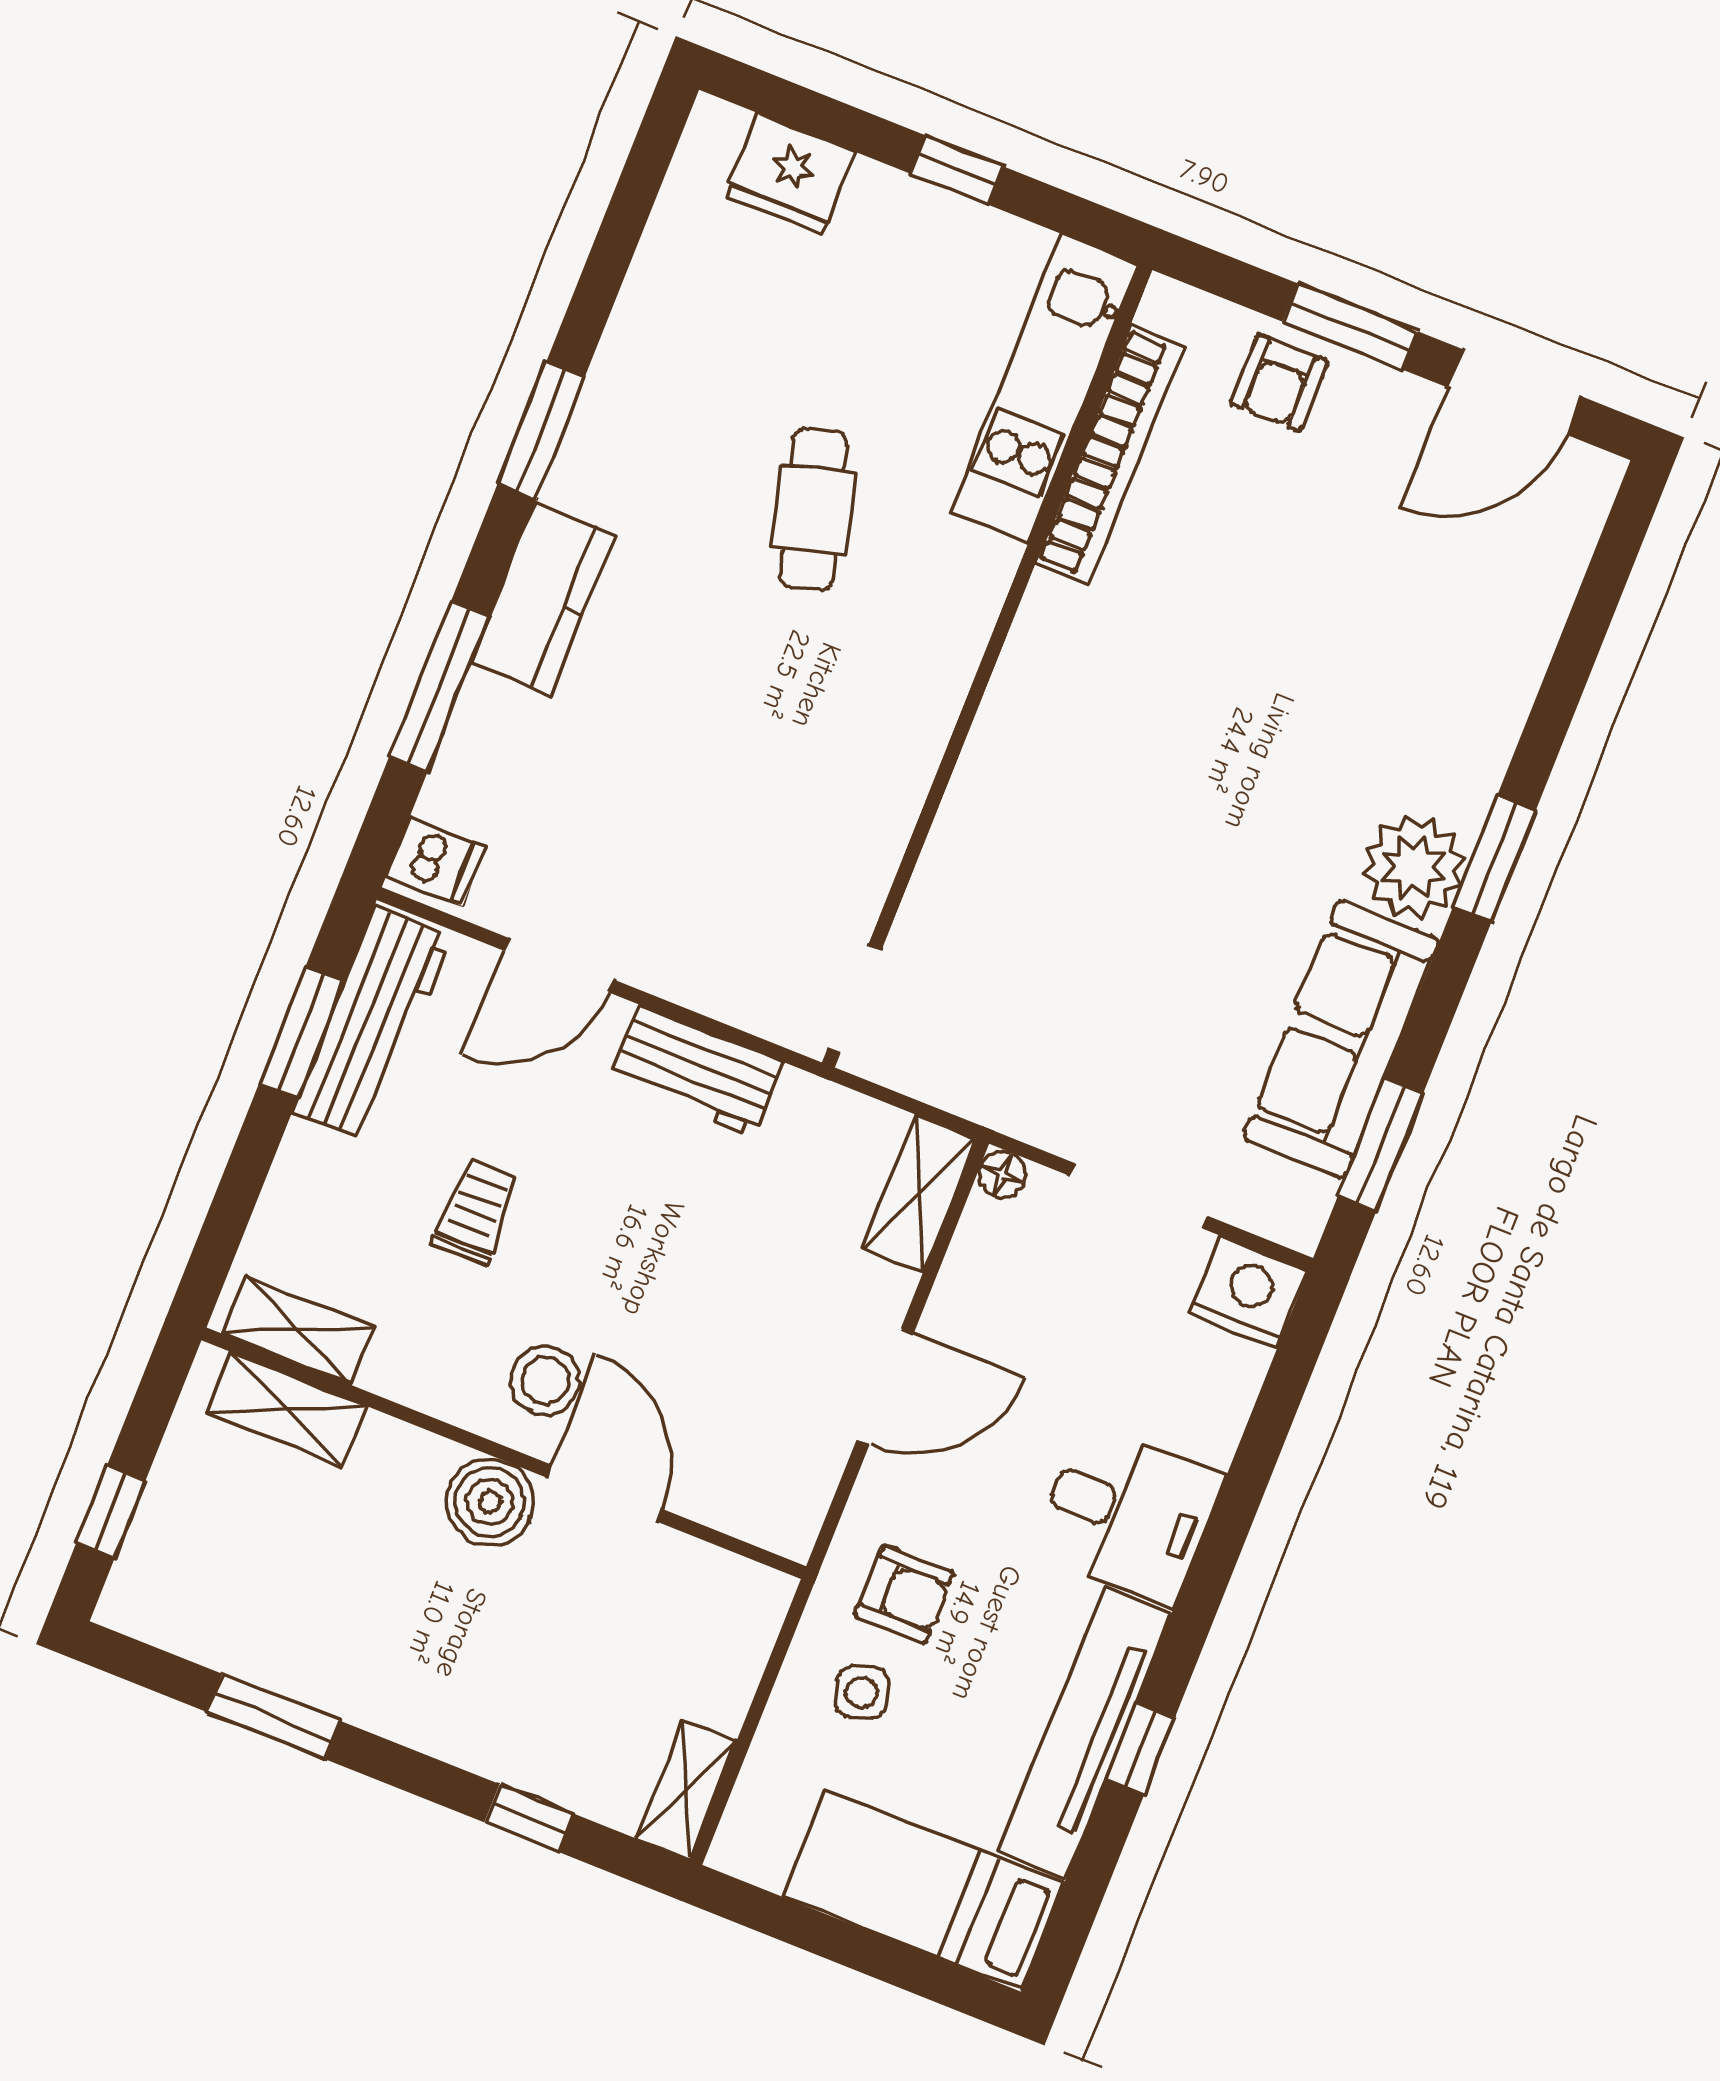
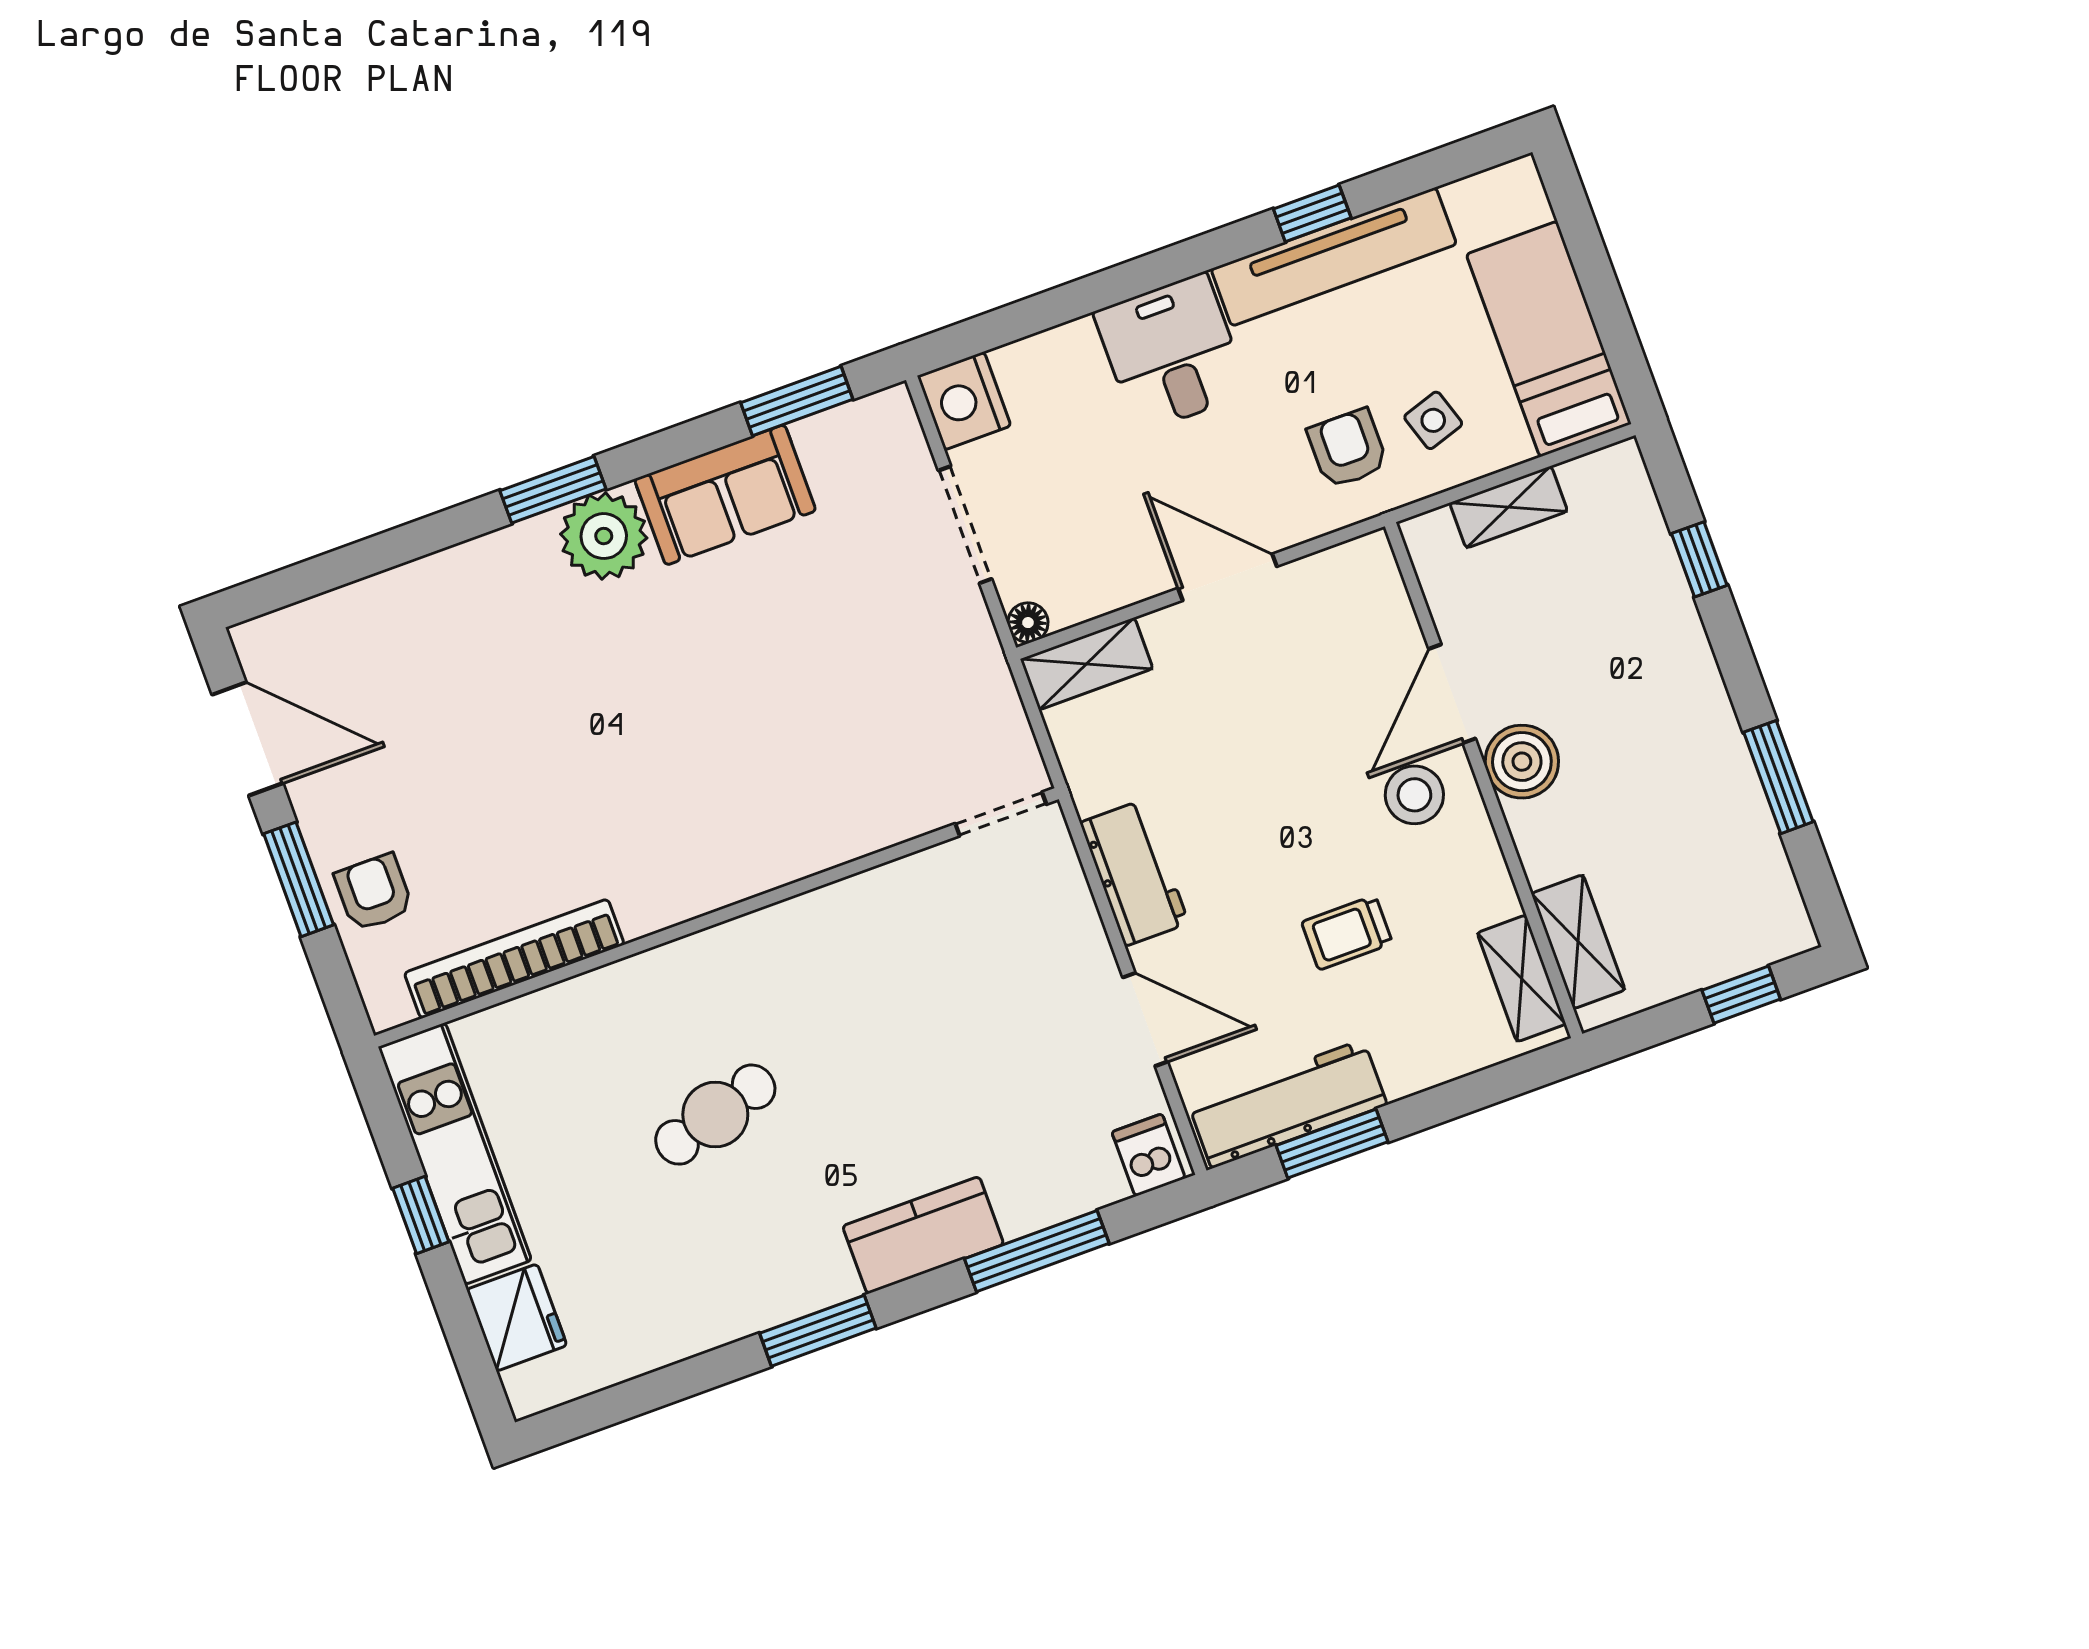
armchair: (1279, 383) -> (374, 892), turned -90
kitchen unit: (1044, 389) -> (455, 1154), moved, turned -90
sofa: (1341, 1039) -> (725, 495), width x0.73
shelving: (686, 1789) -> (1509, 507), moved
bed: (924, 1890) -> (1549, 339), moved, turned 180

